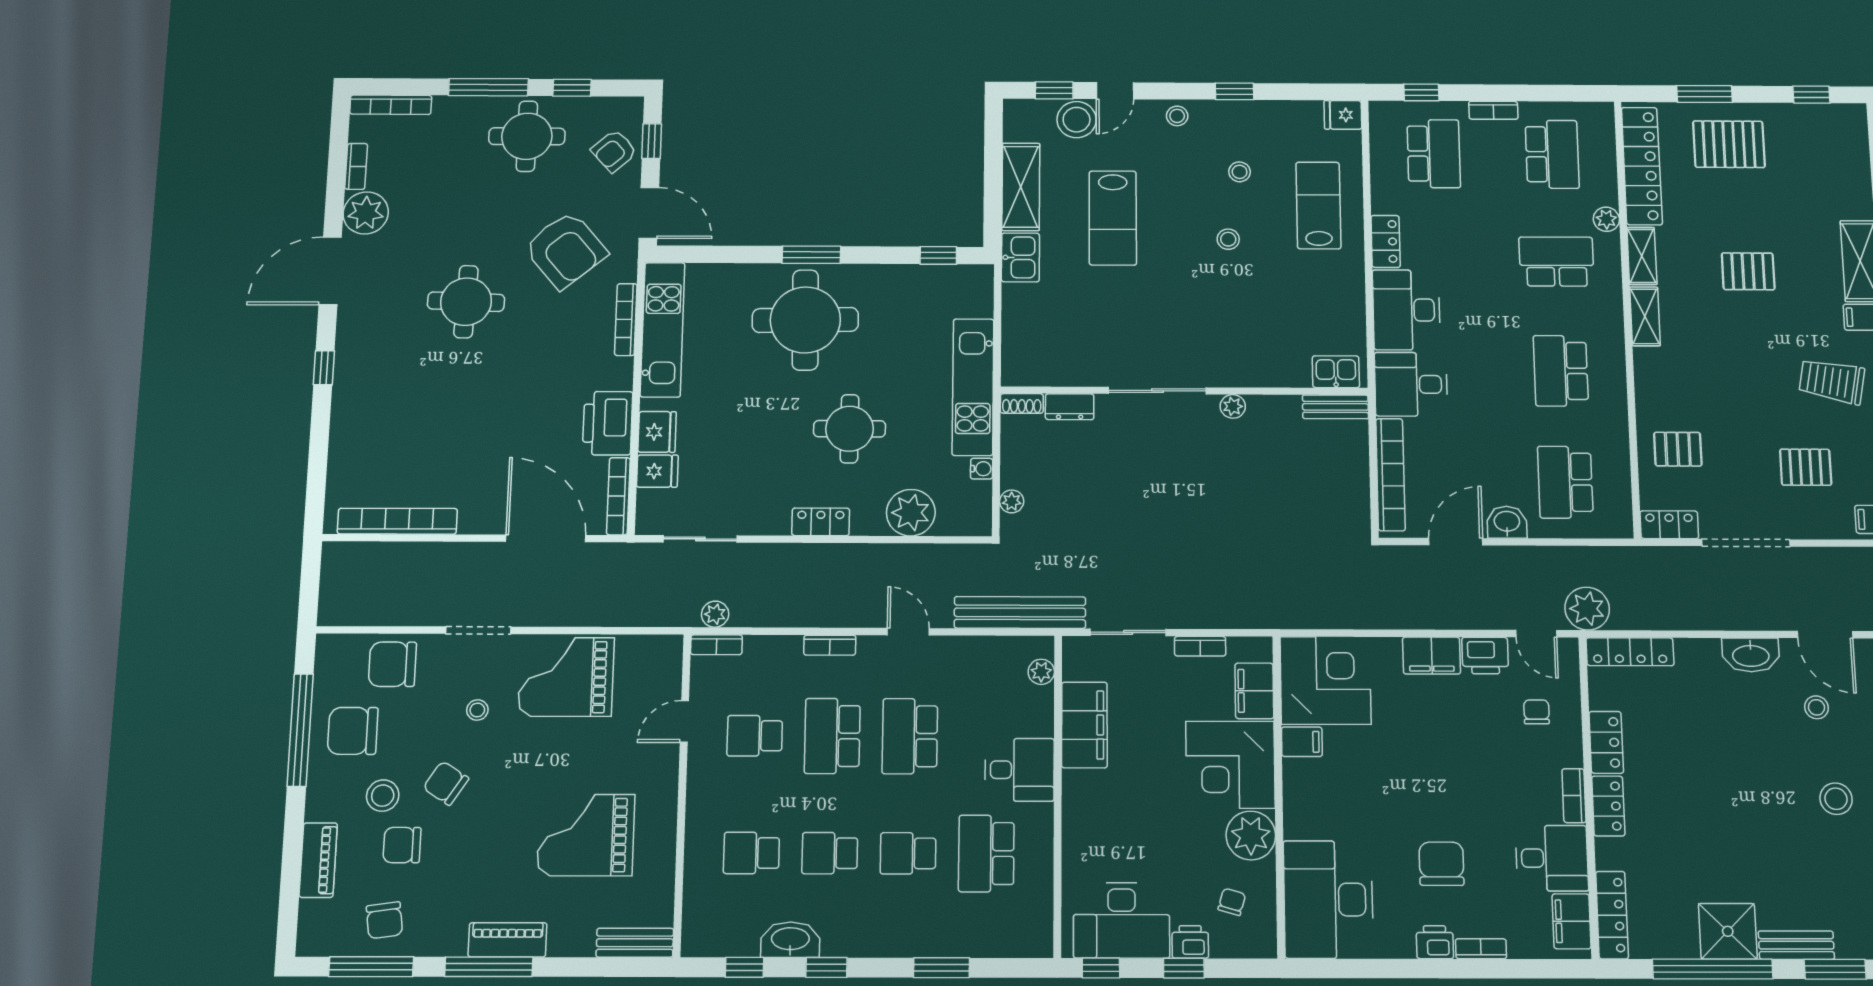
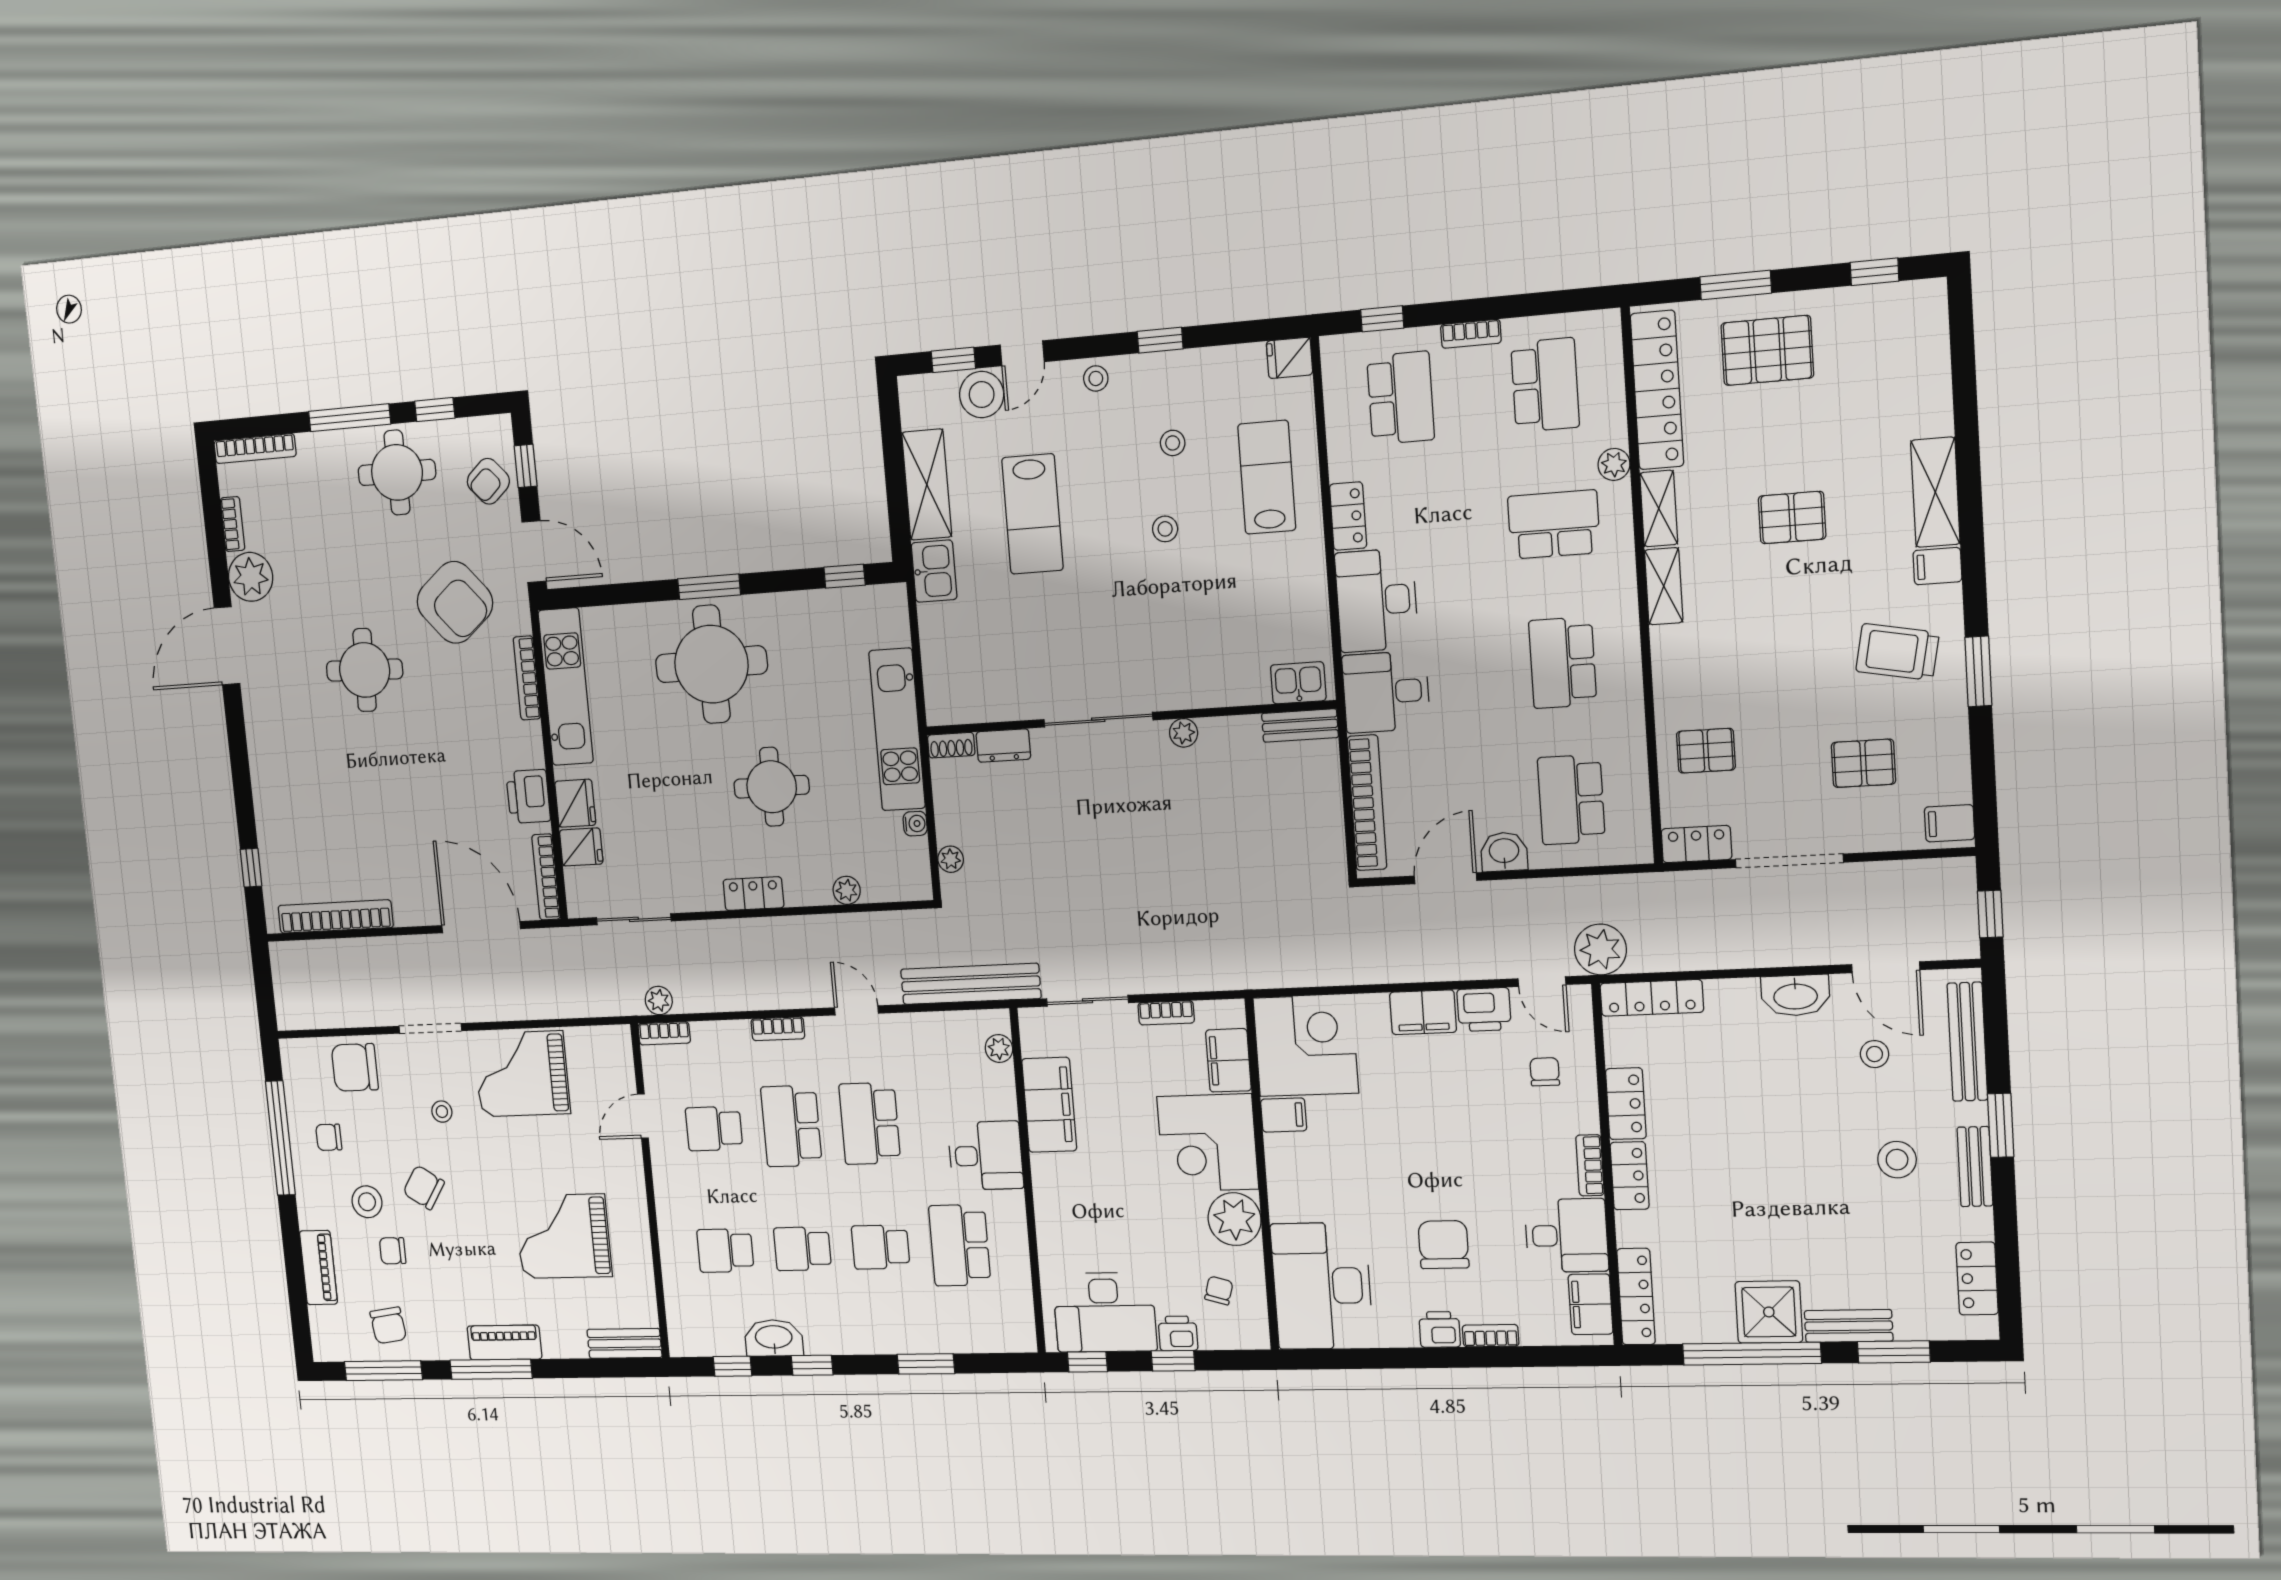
window: (324, 368) -> (251, 868), moved
printer: (608, 423) -> (528, 796), width x0.73, depth x0.84
plant: (911, 513) -> (847, 890), width x0.53, depth x0.53
chair: (353, 731) -> (329, 1137), width x0.54, depth x0.54
chair: (402, 845) -> (393, 1251), width x0.73, depth x0.73

